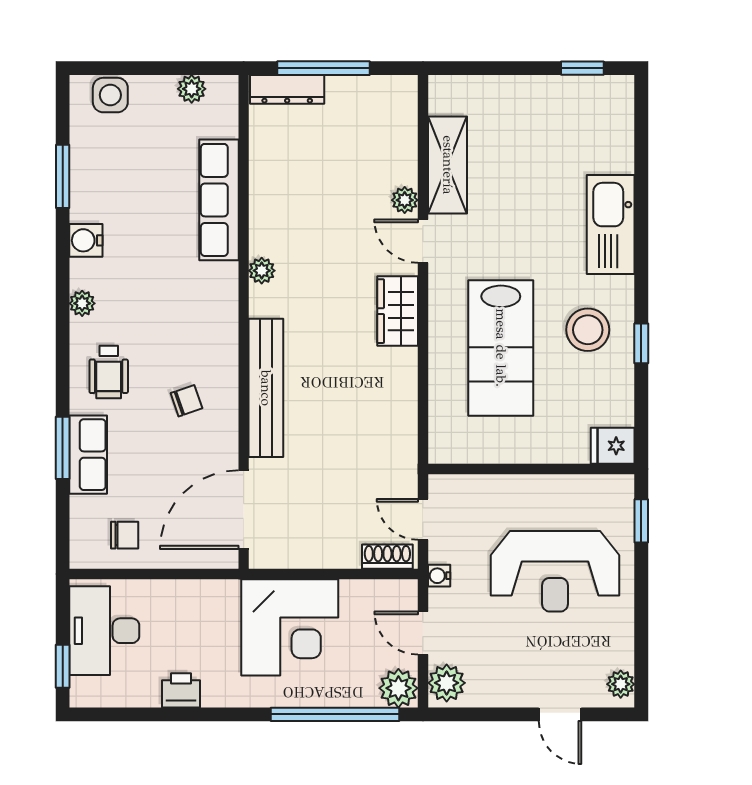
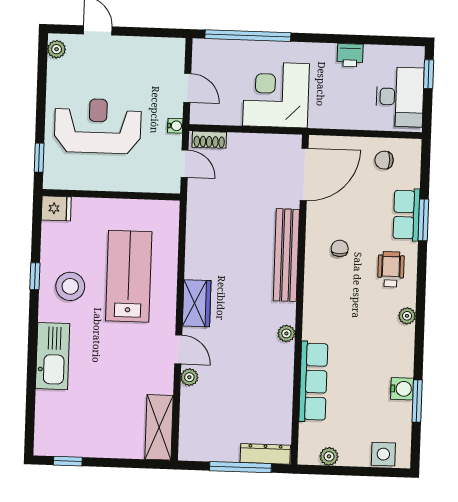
shelving: (448, 165) -> (159, 427), moved
water cooler: (86, 240) -> (402, 389), moved
chair: (186, 401) -> (340, 248), turned 109
plant: (447, 683) -> (173, 54), removed
plant: (398, 688) -> (205, 52), removed

